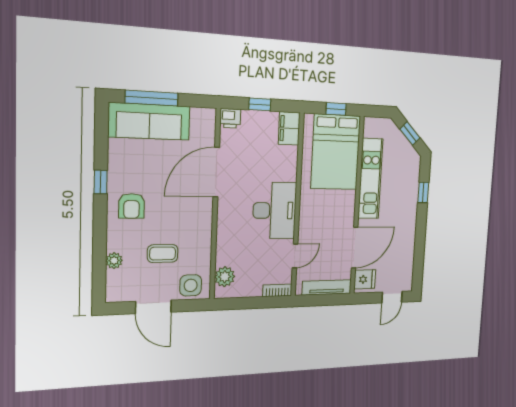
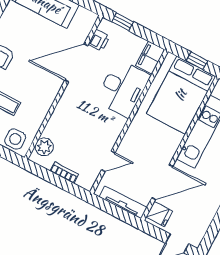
window: (260, 104) -> (123, 22), moved
printer: (230, 118) -> (99, 40), moved, turned -90
desk: (275, 211) -> (123, 88), moved
bookcase: (277, 290) -> (64, 173), moved

